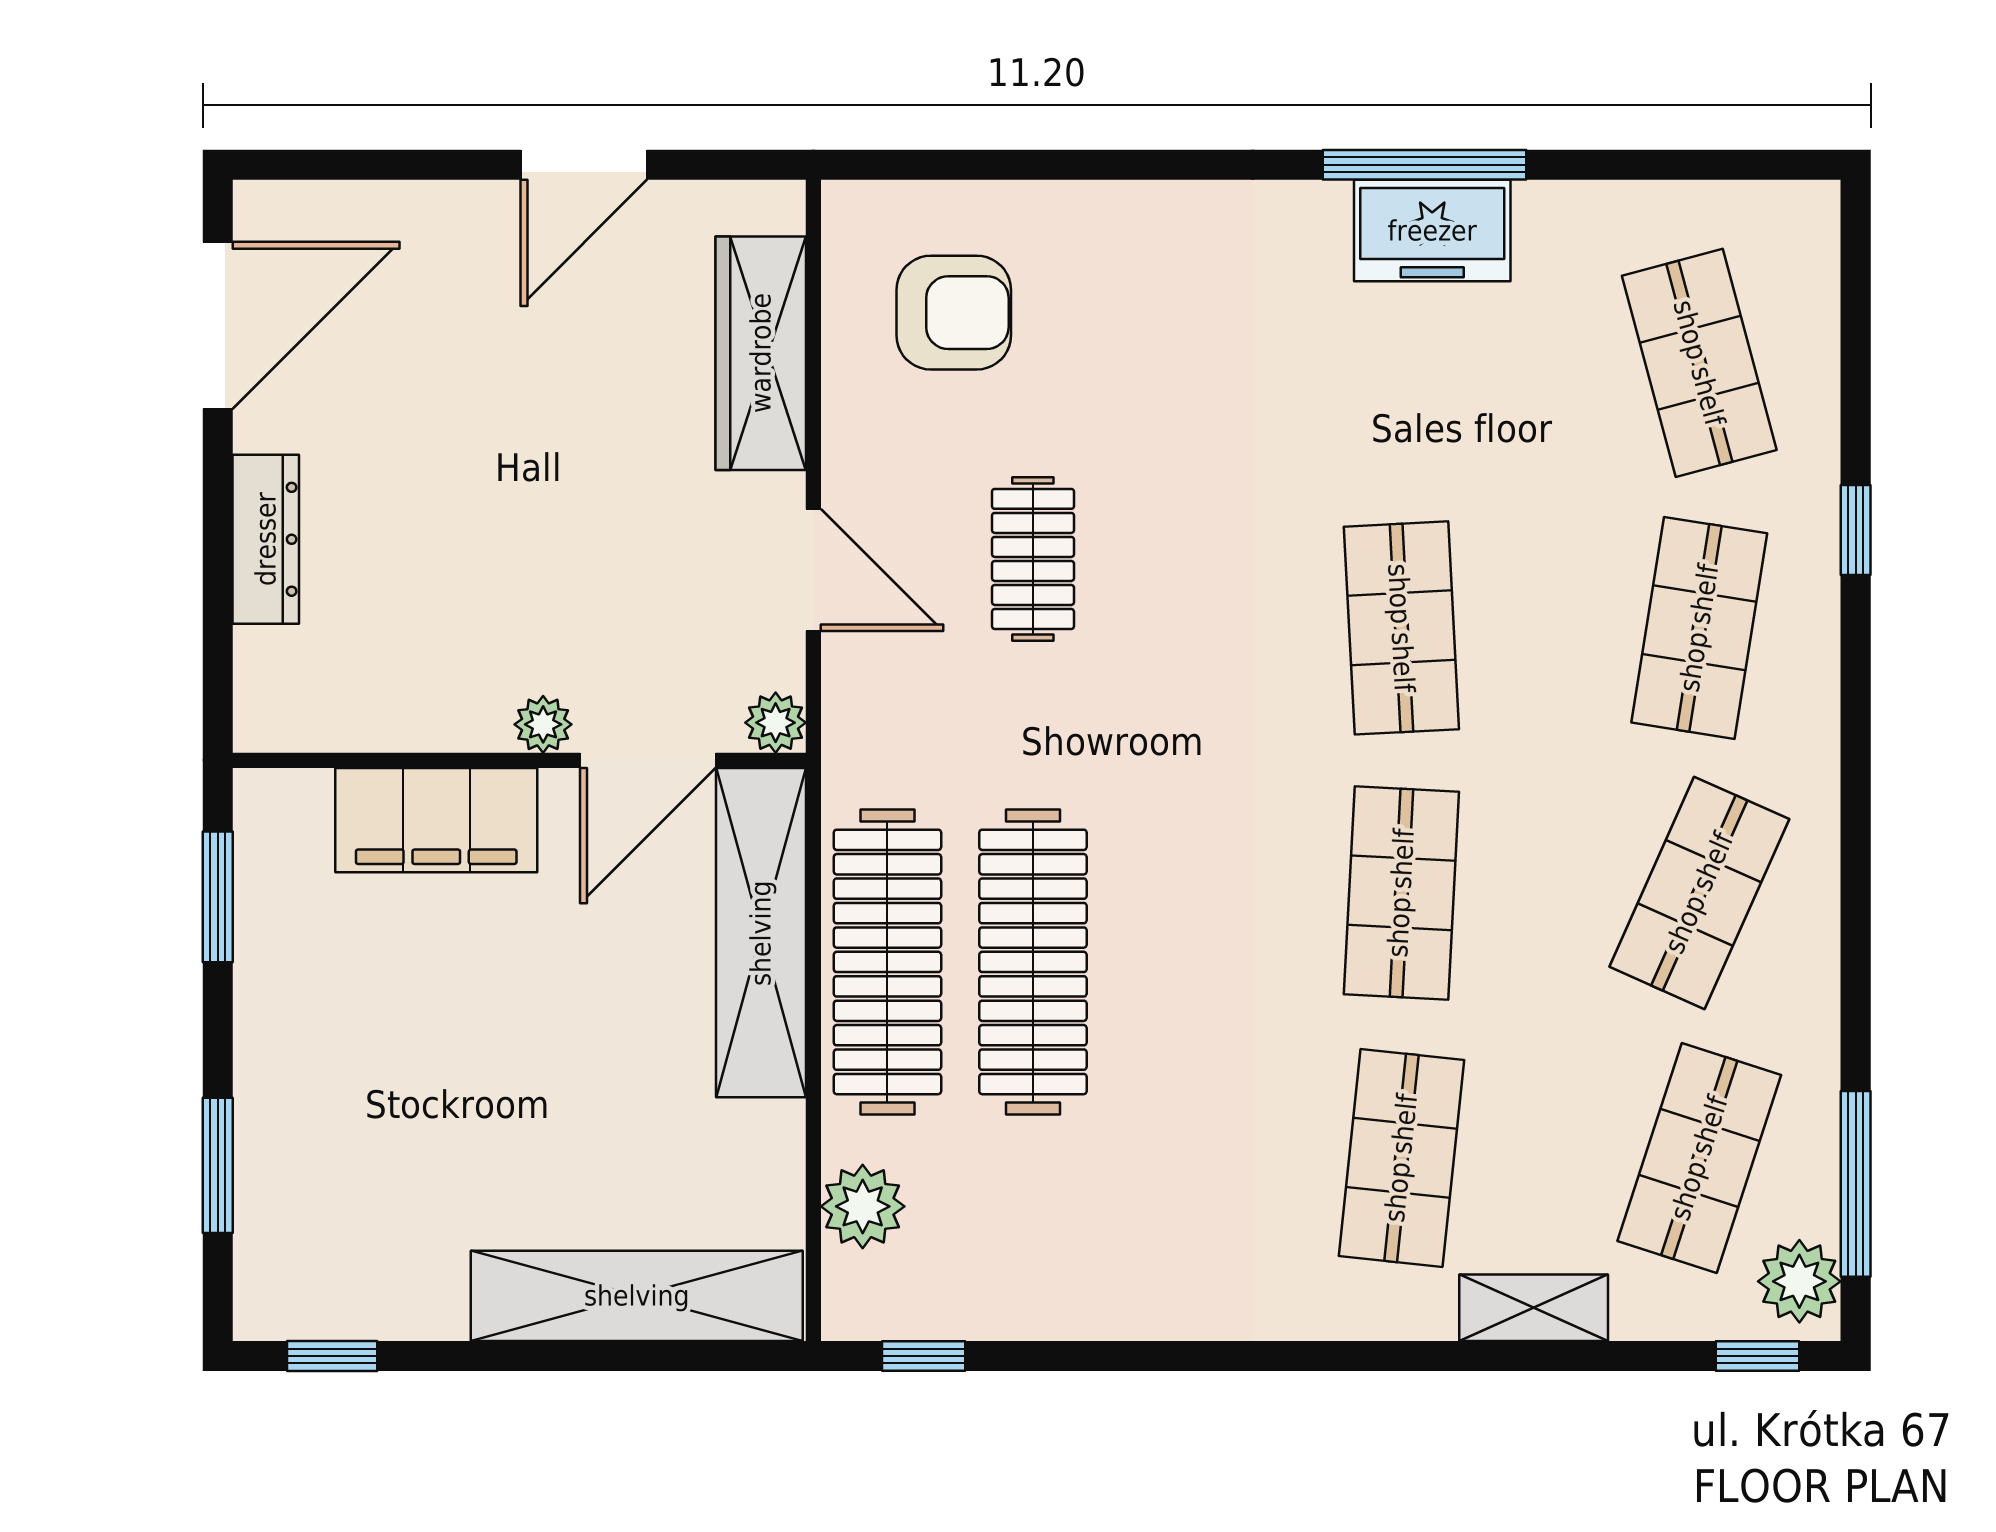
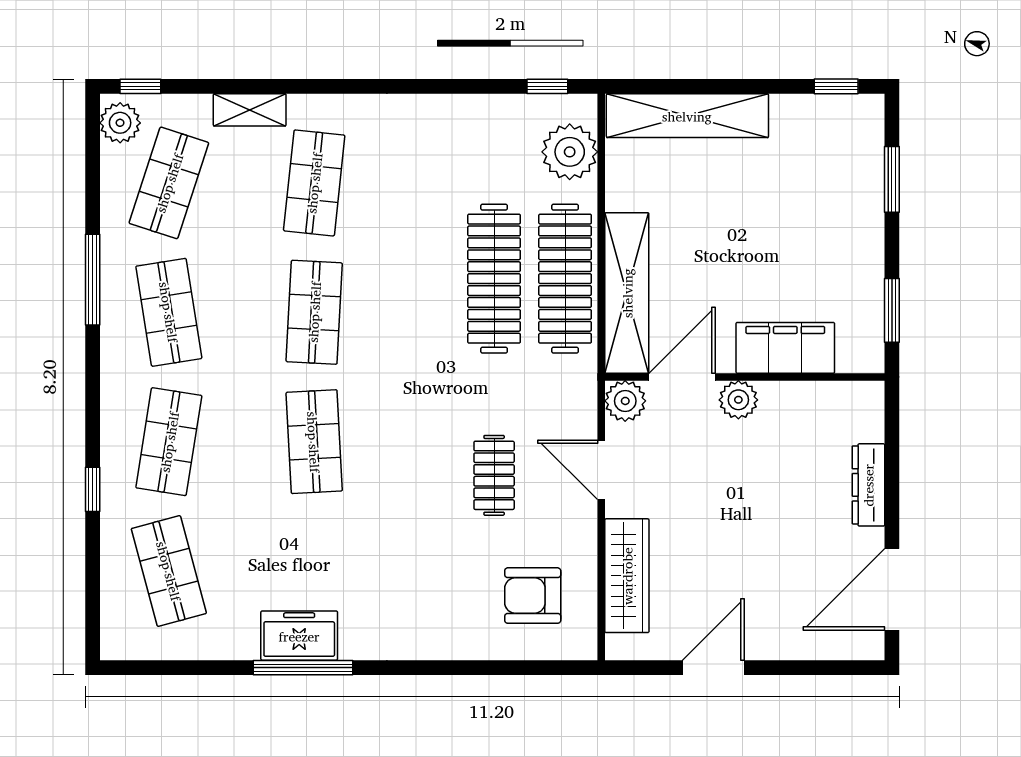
plant: (776, 723) -> (625, 401), width x1.38, depth x1.38
plant: (543, 724) -> (738, 400), width x1.38, depth x1.38
shop shelf: (1699, 893) -> (169, 312), turned -33
window: (1856, 1184) -> (93, 280), moved
plant: (863, 1206) -> (570, 152), width x1.36, depth x1.36

